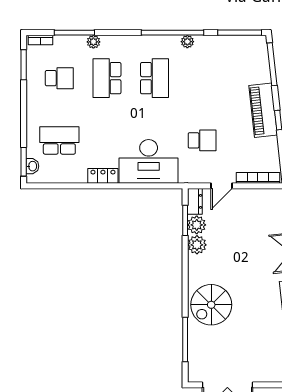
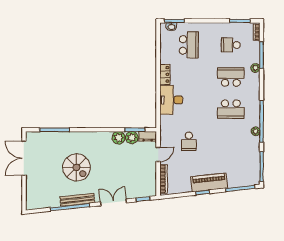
school desk: (59, 78) -> (231, 45), turned 90
desk: (149, 161) -> (171, 100), width x0.73, depth x0.77
door: (221, 186) -> (158, 154), swing flipped
spiral stairs: (211, 305) -> (76, 167), moved, turned 180

